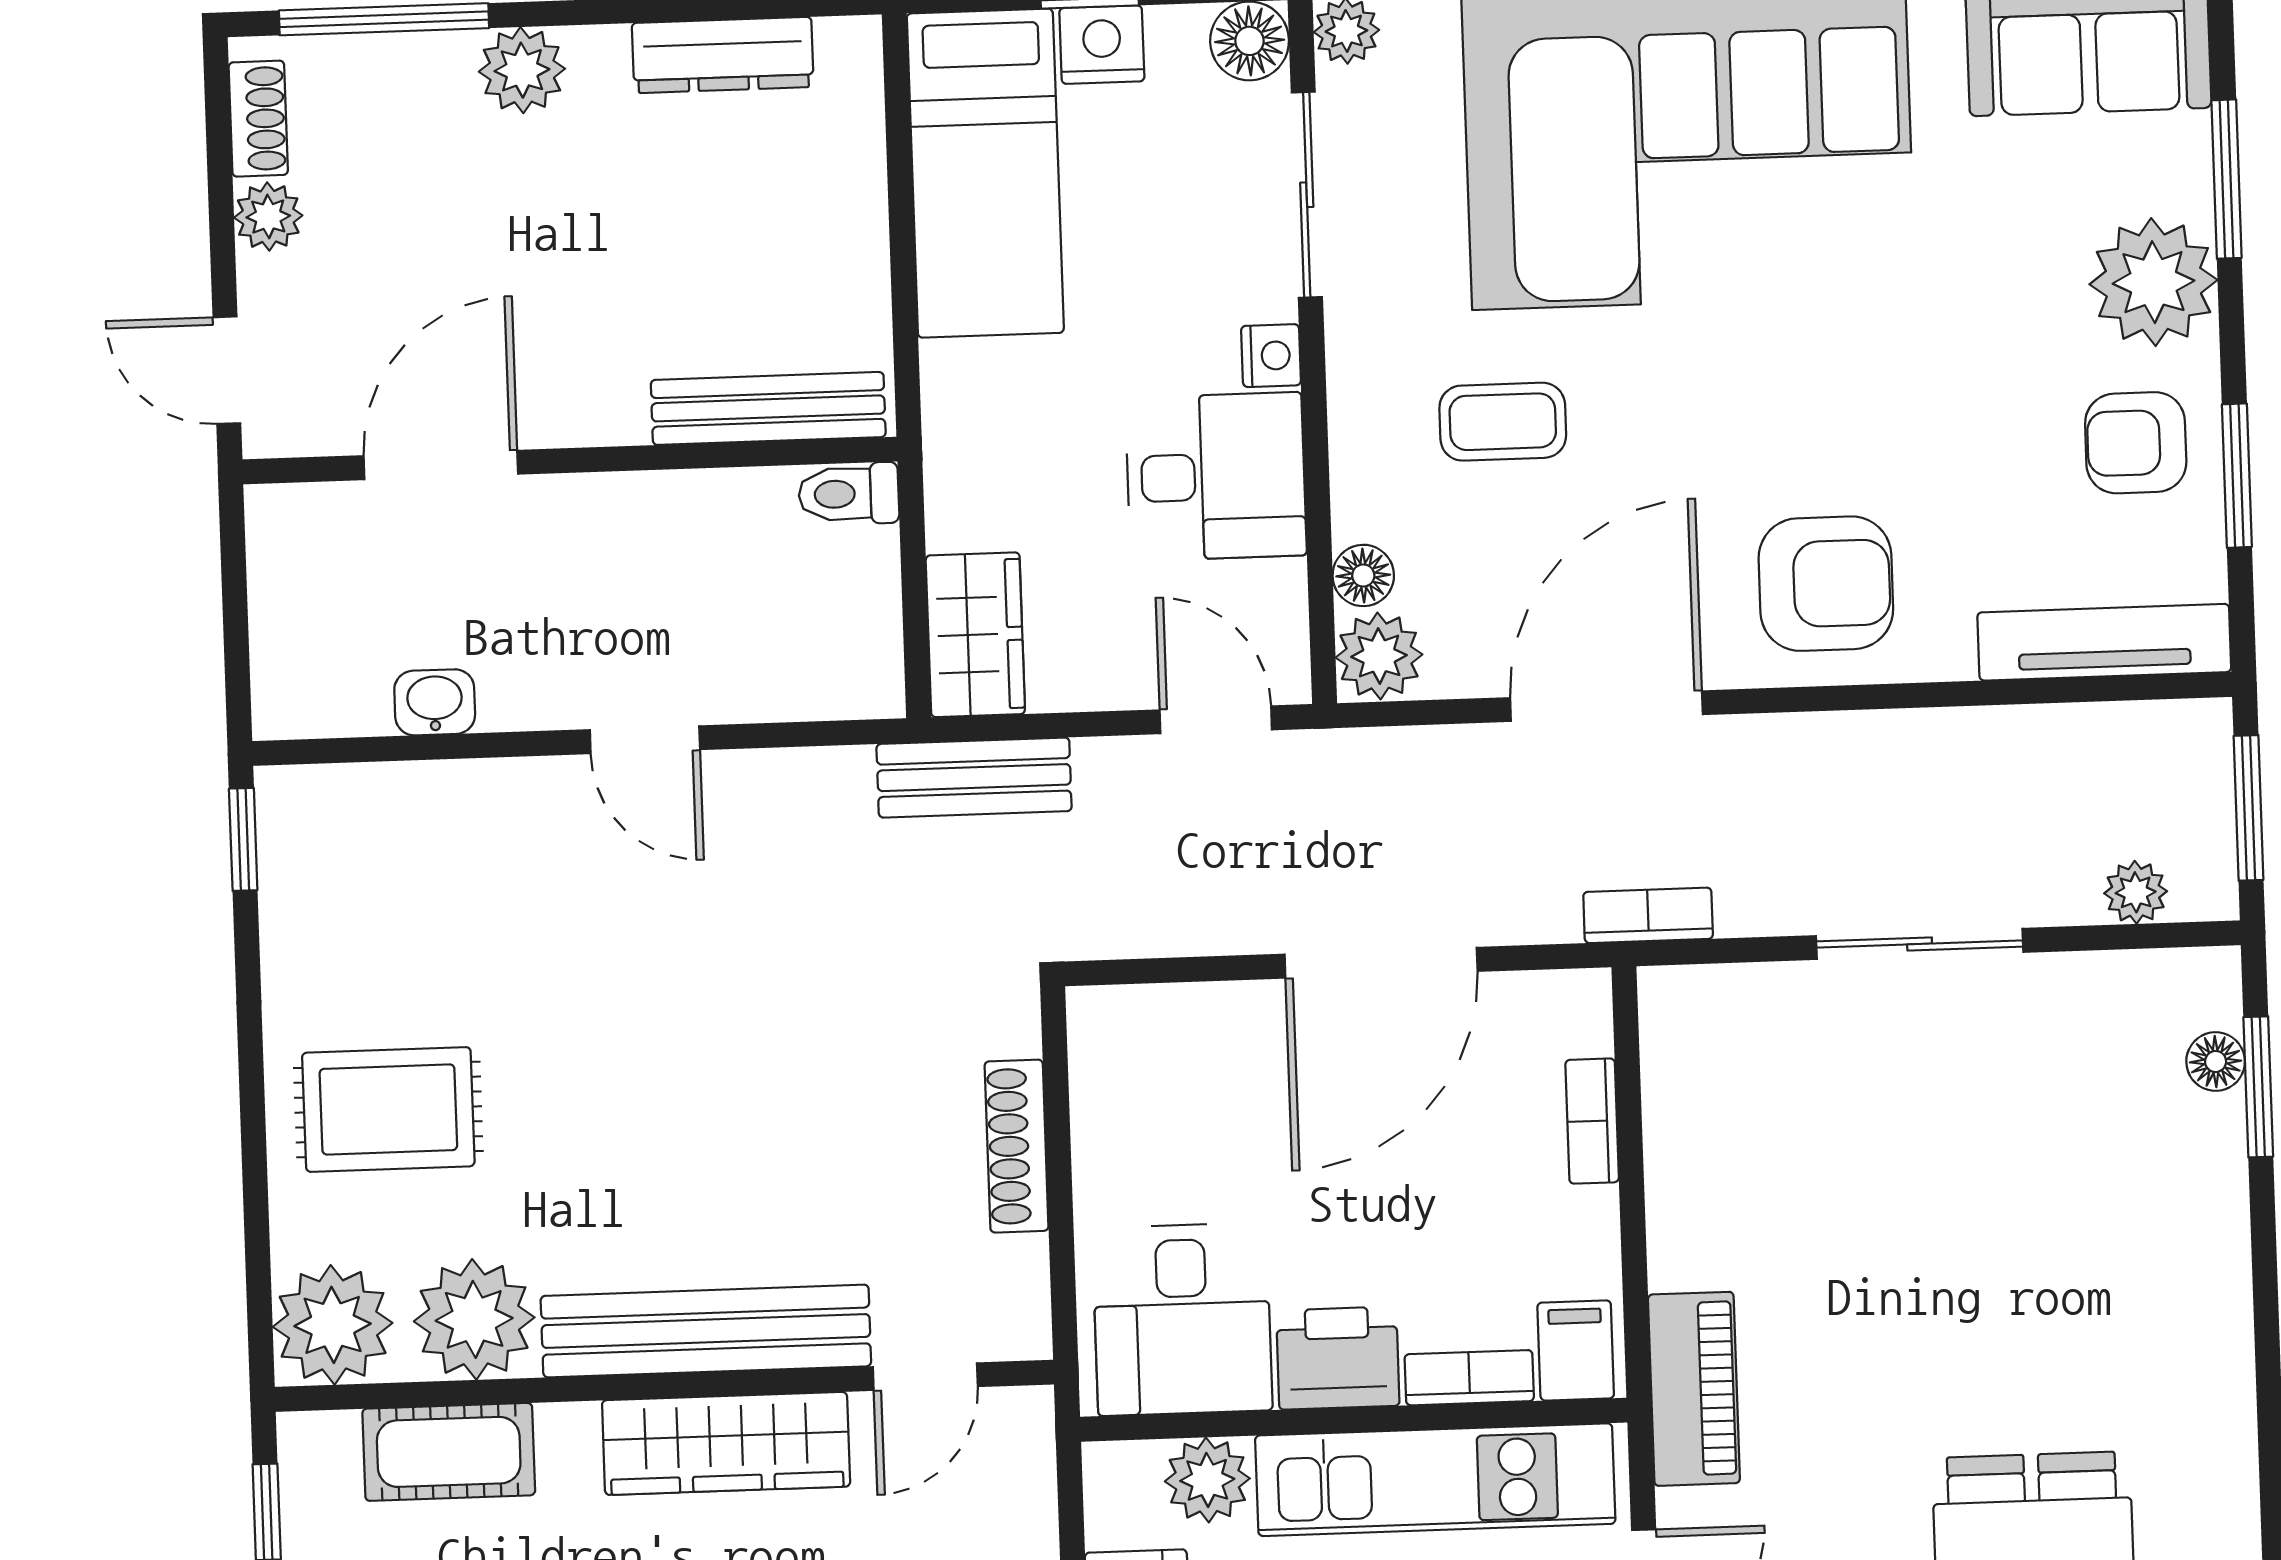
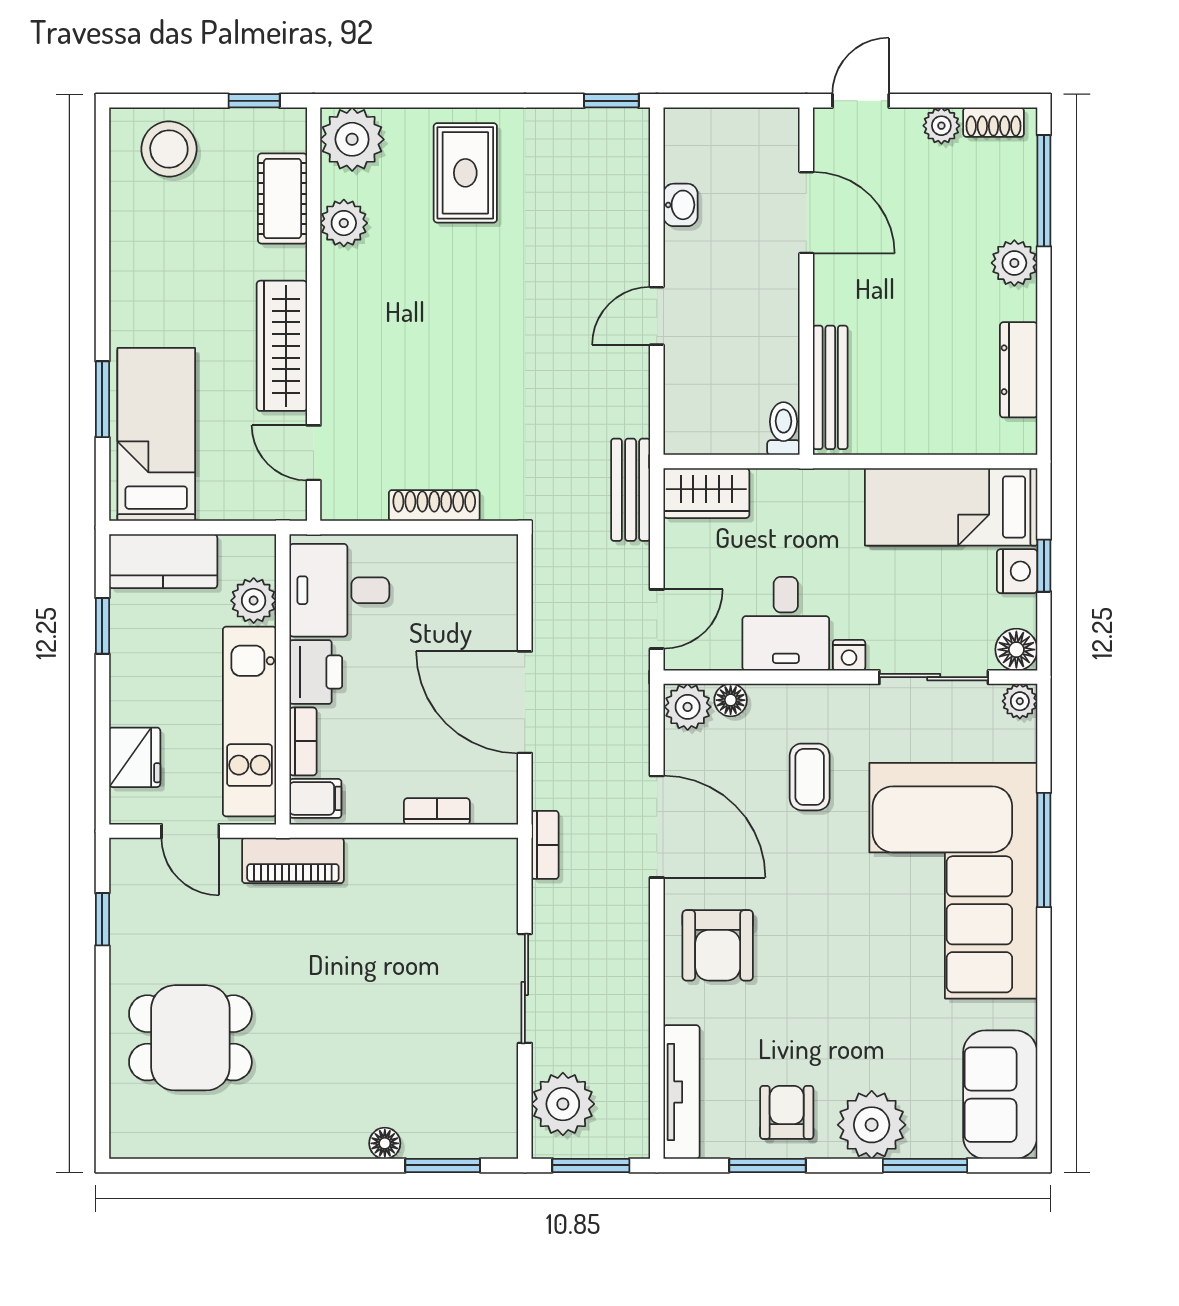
plant: (2136, 892) -> (563, 1104), width x1.88, depth x1.88
floor lamp: (2216, 1062) -> (385, 1143), moved
plant: (474, 1319) -> (344, 223), width x0.73, depth x0.73
bench: (706, 1331) -> (342, 337), removed

